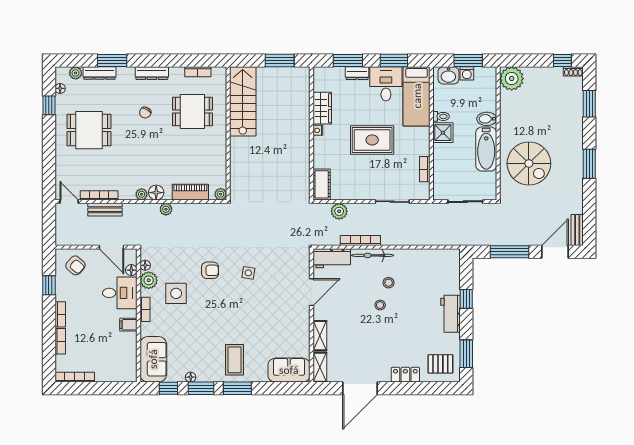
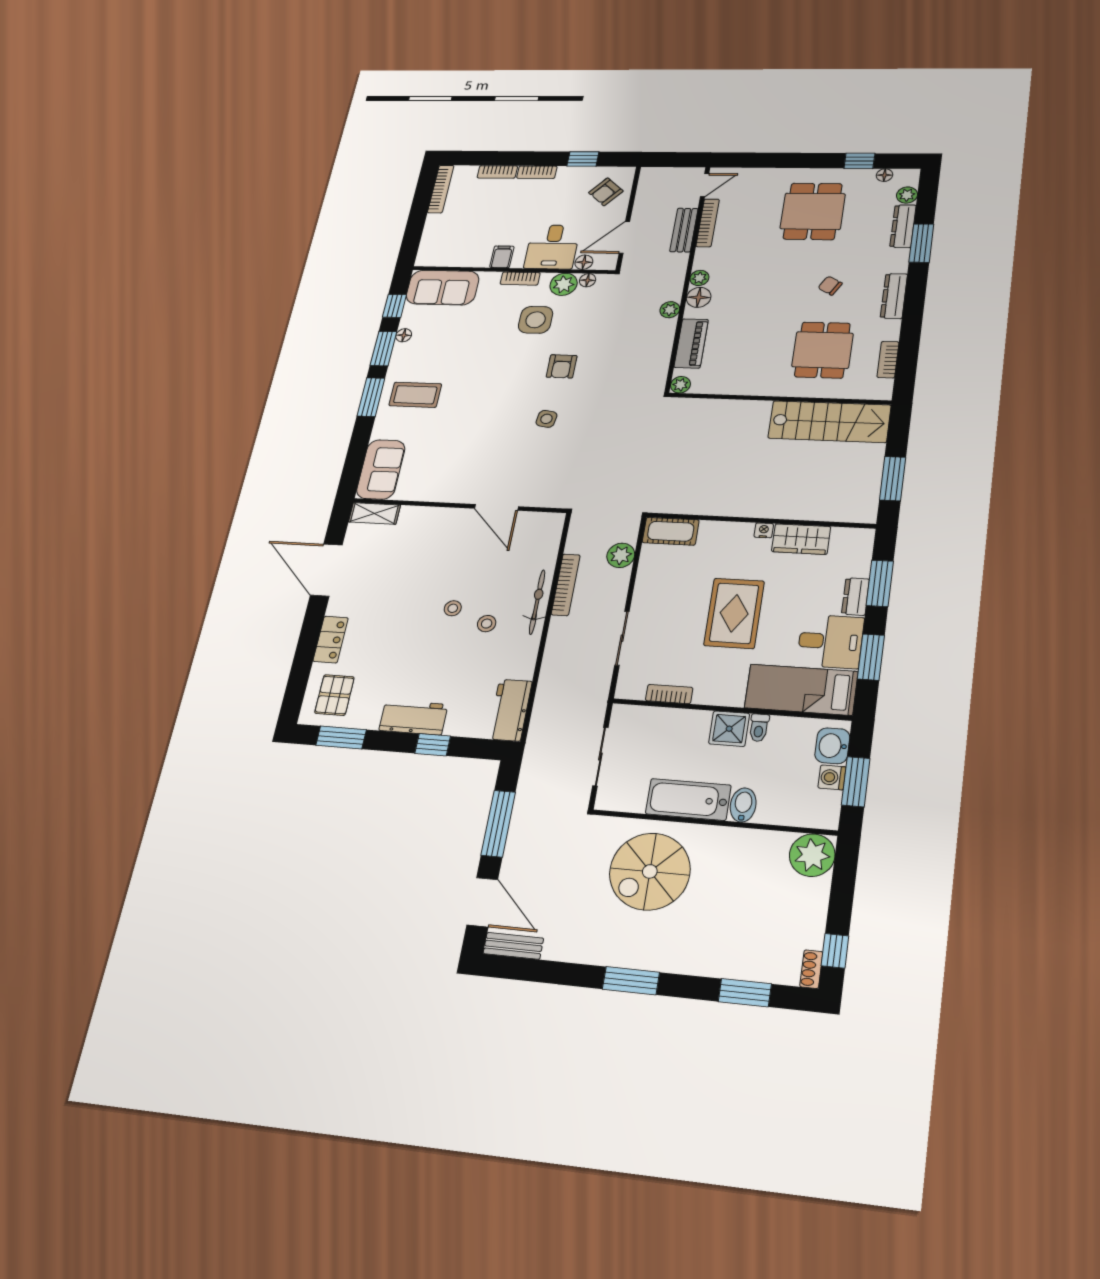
workbench: (332, 258) -> (510, 710), moved
shelving: (320, 336) -> (424, 516), removed

